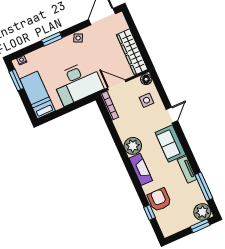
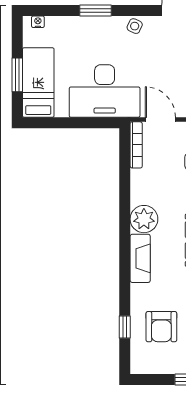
window: (16, 80) -> (17, 75), moved
armchair: (159, 200) -> (161, 327), moved, turned 180

